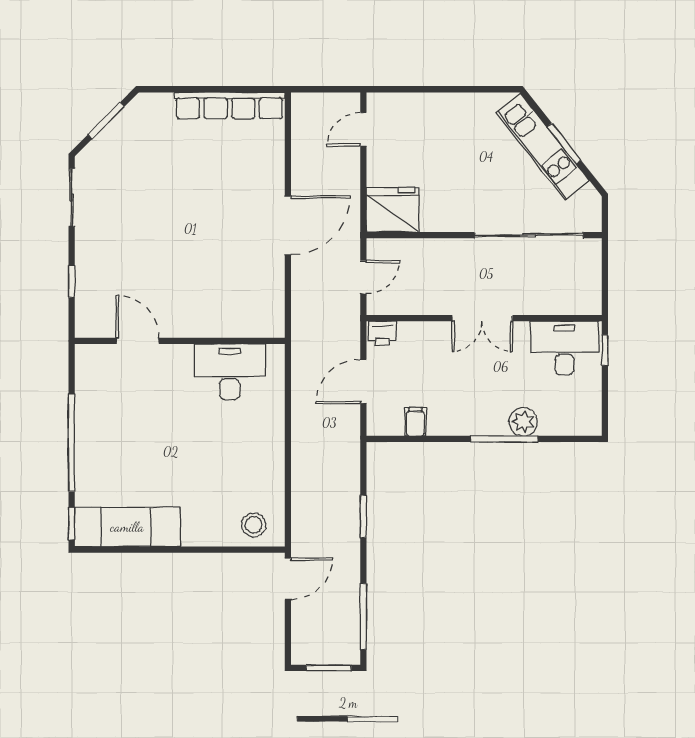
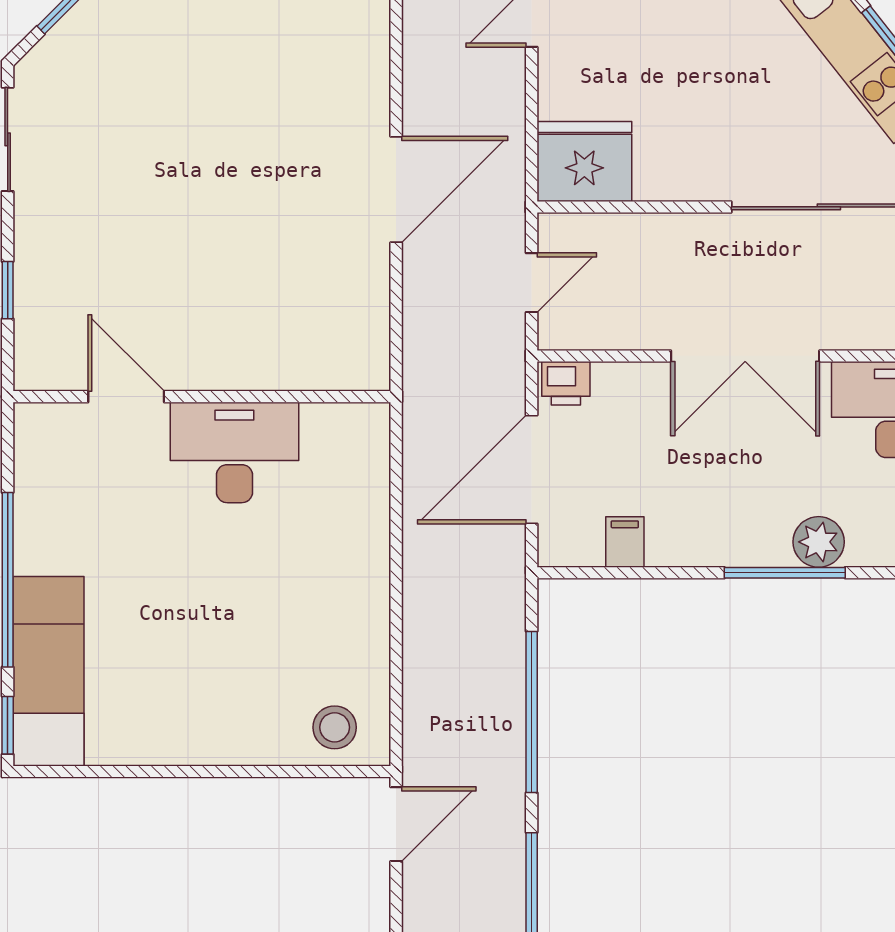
double door: (482, 318) -> (745, 356), width x1.37
desk: (230, 372) -> (234, 452), moved
door: (363, 381) -> (532, 469), width x1.36
window: (363, 516) -> (532, 712), width x2.11
exam couch: (127, 527) -> (49, 671), moved, turned 90

